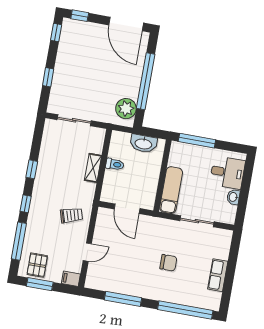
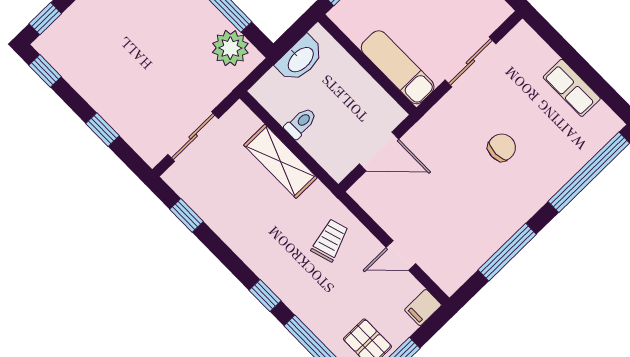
shelving: (93, 168) -> (280, 161), width x1.50, depth x1.33
window: (32, 169) -> (186, 215), moved
door: (87, 252) -> (401, 255), swing flipped

